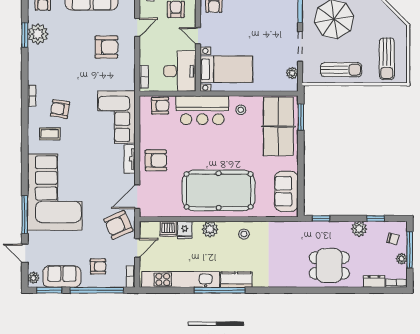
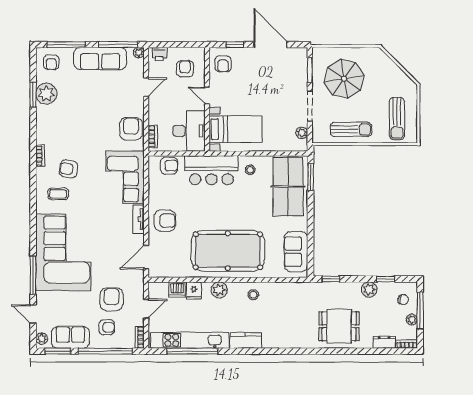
armchair: (106, 47) -> (131, 129), moved, turned -90
armchair: (118, 225) -> (111, 299), moved, turned 114
window: (220, 290) -> (192, 351), moved

